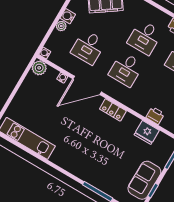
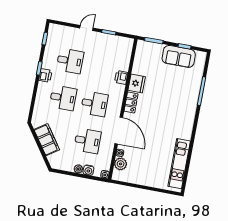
water cooler: (68, 16) -> (88, 170), moved
plant: (39, 68) -> (121, 164), moved
printer: (155, 116) -> (121, 77), moved
fridge: (147, 132) -> (137, 83), moved

